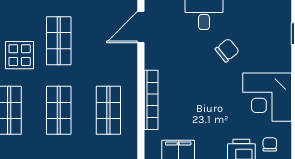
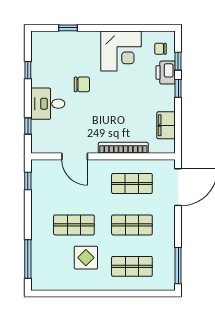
door: (141, 27) -> (75, 156), moved
chair: (227, 50) -> (82, 84), turned 129

